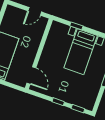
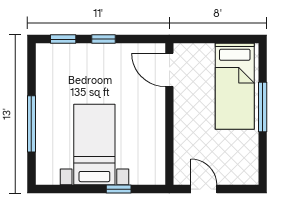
door: (35, 11) -> (204, 189), hinge flipped

